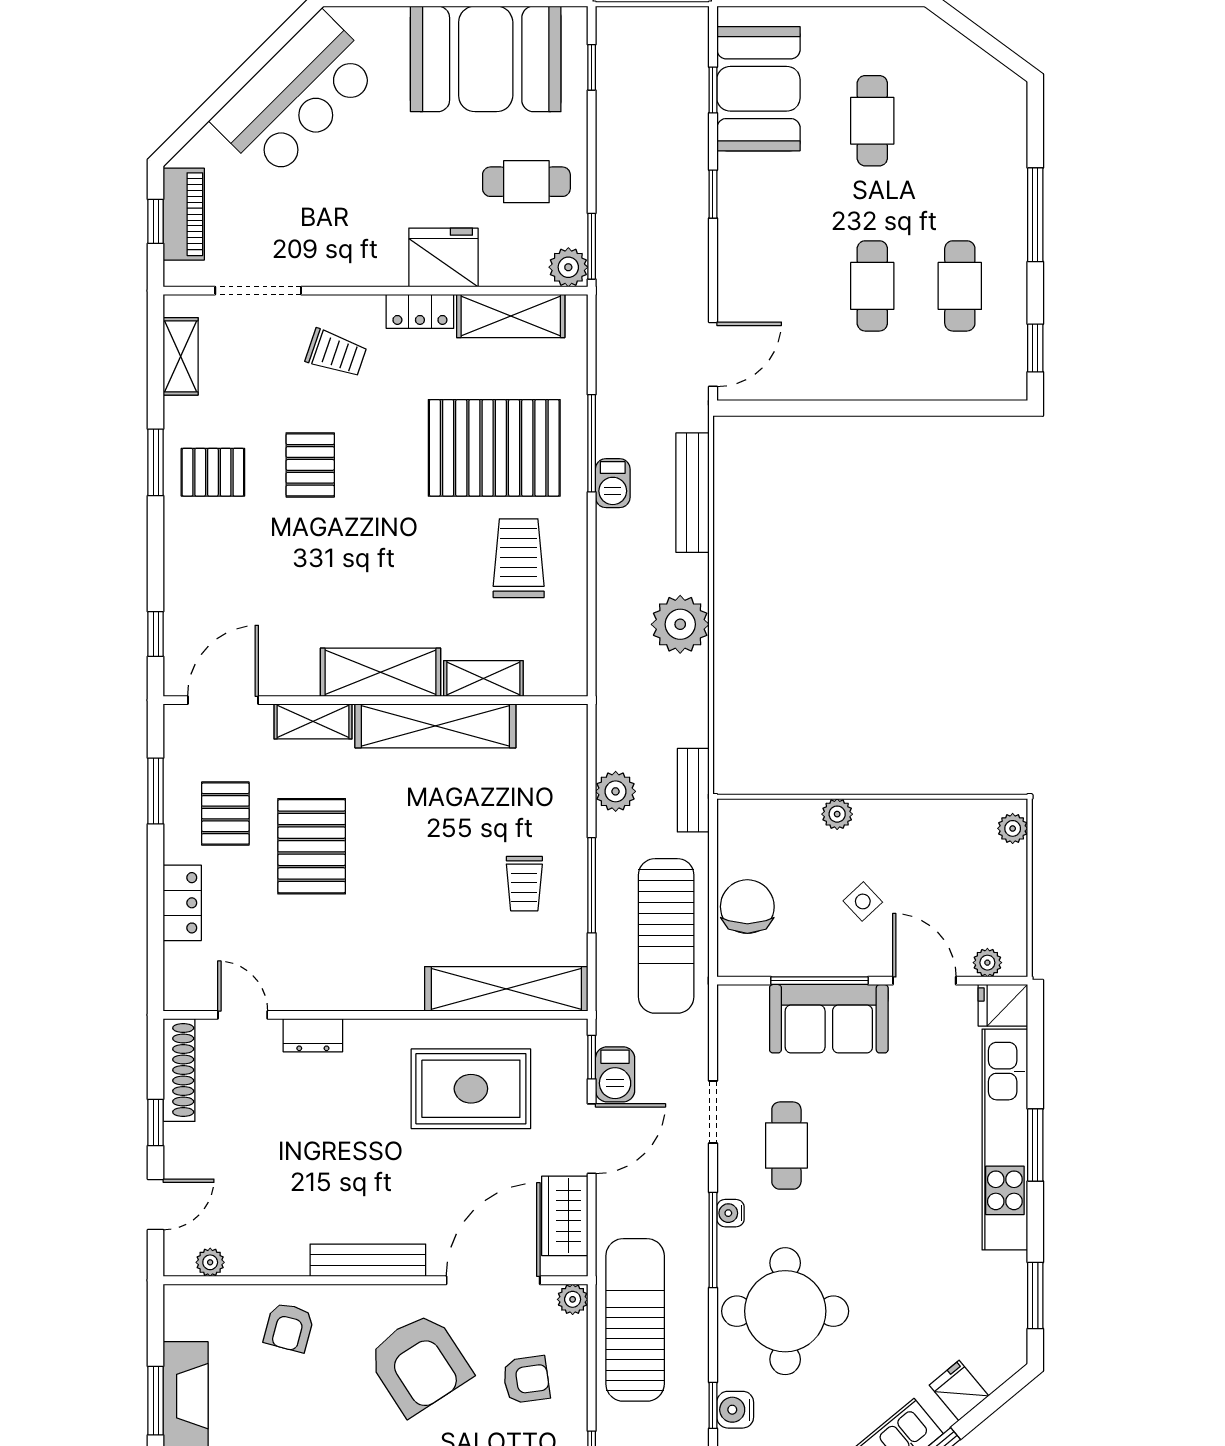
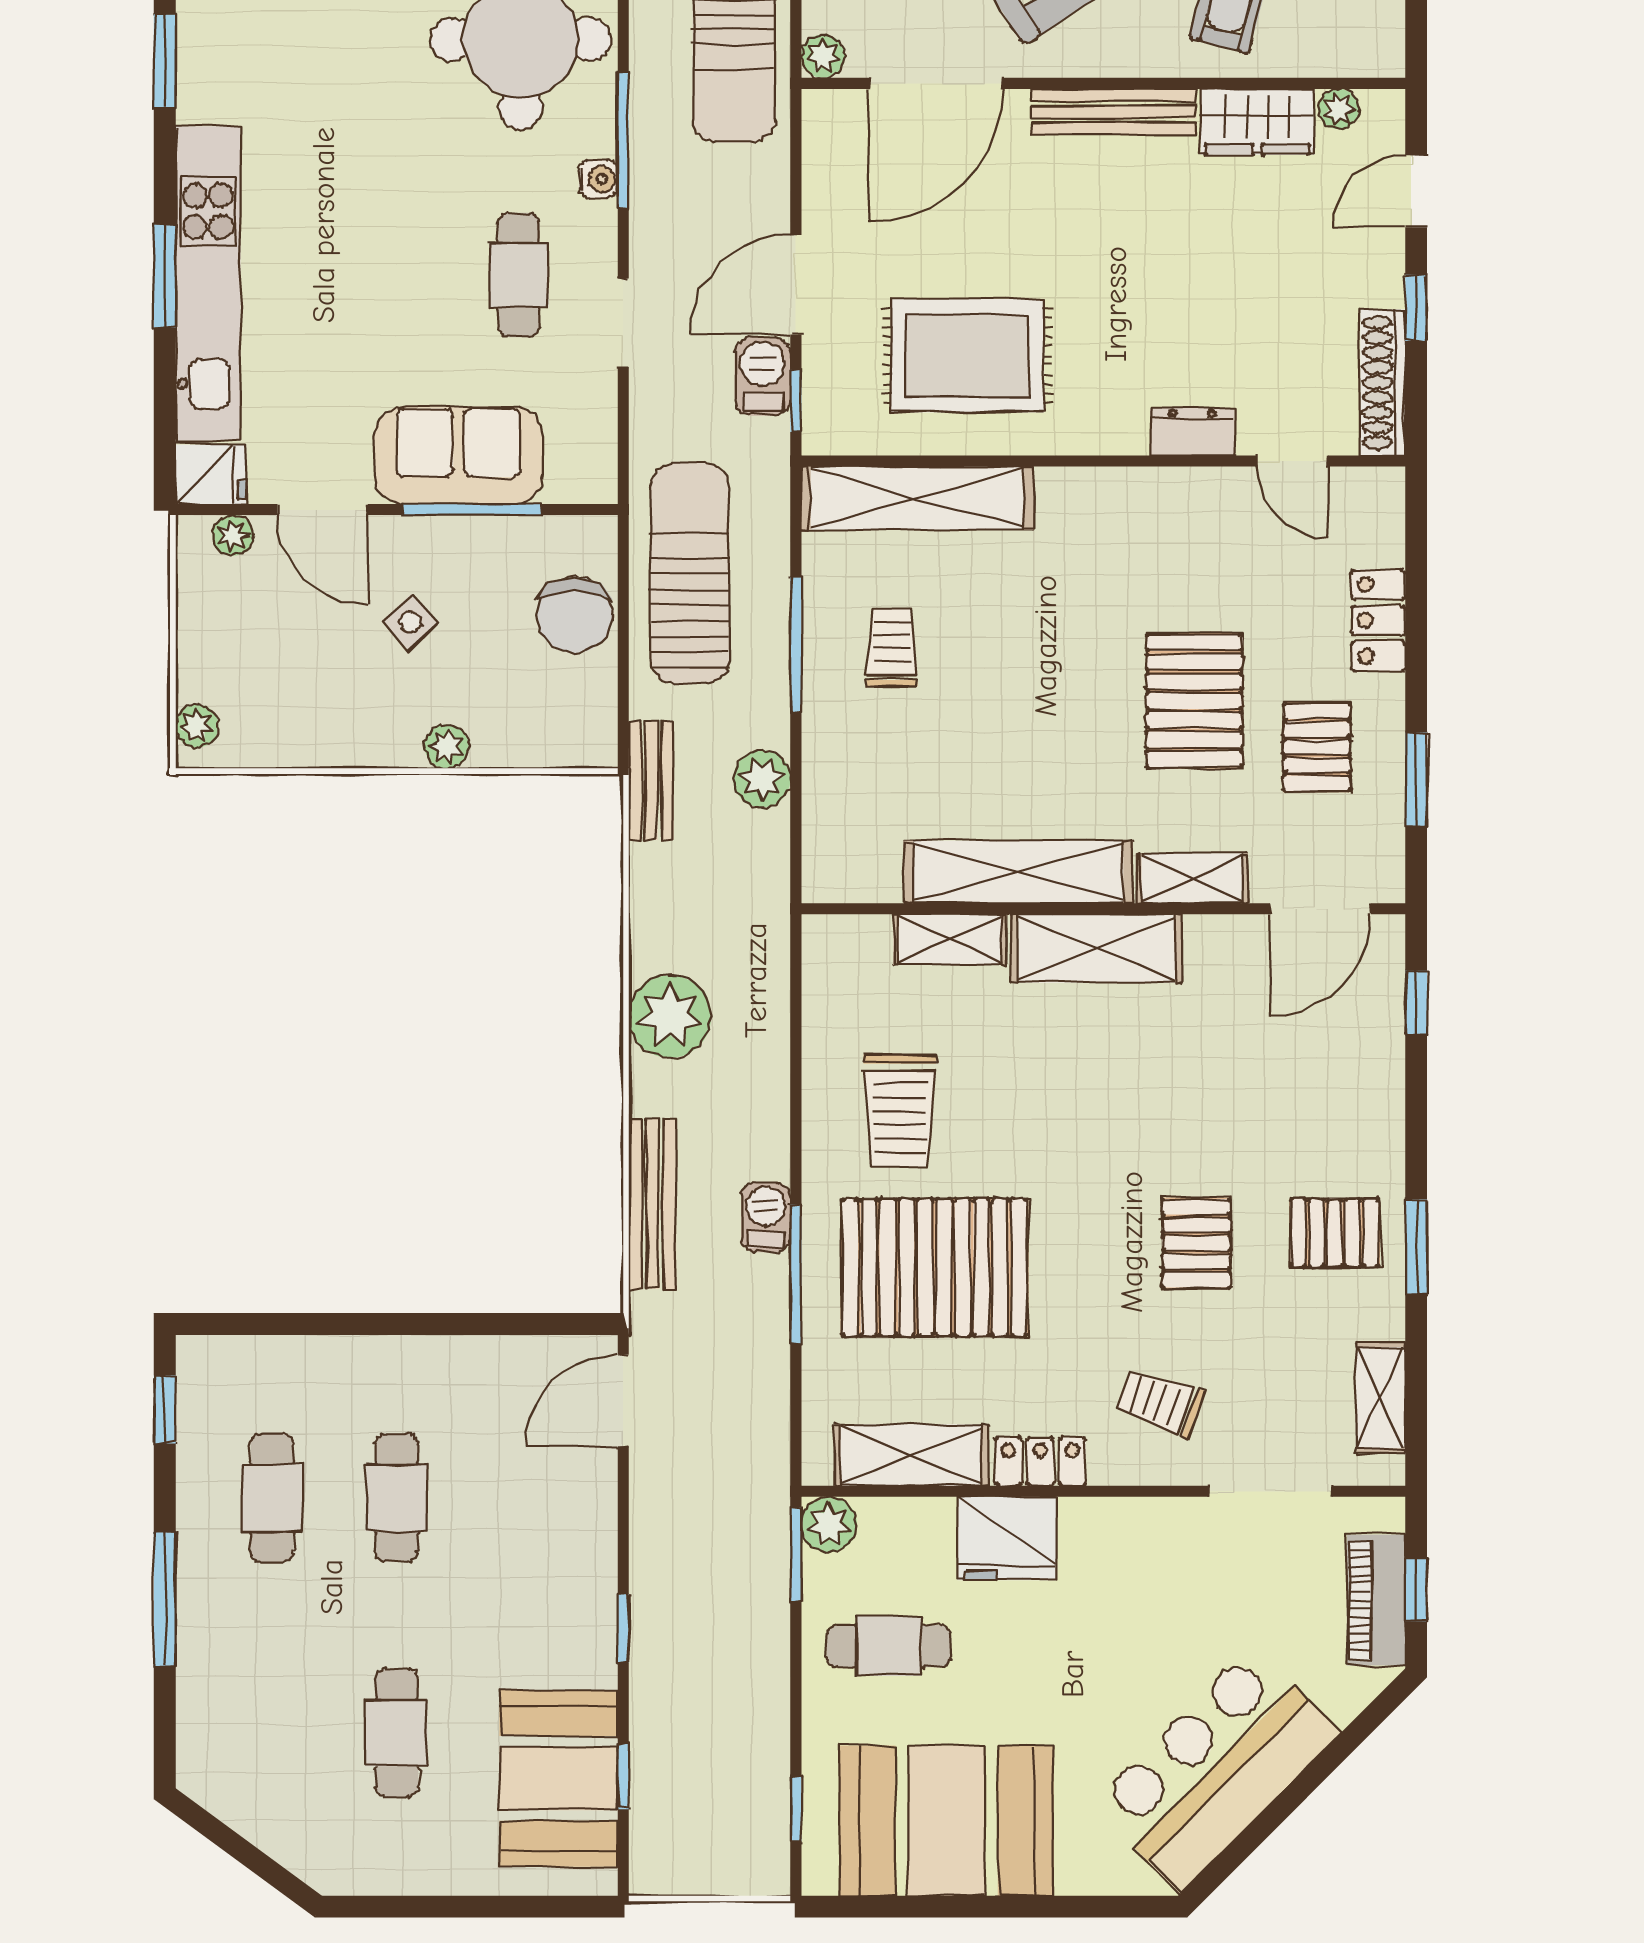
wardrobe: (565, 1216) -> (1257, 122), moved, turned 90

